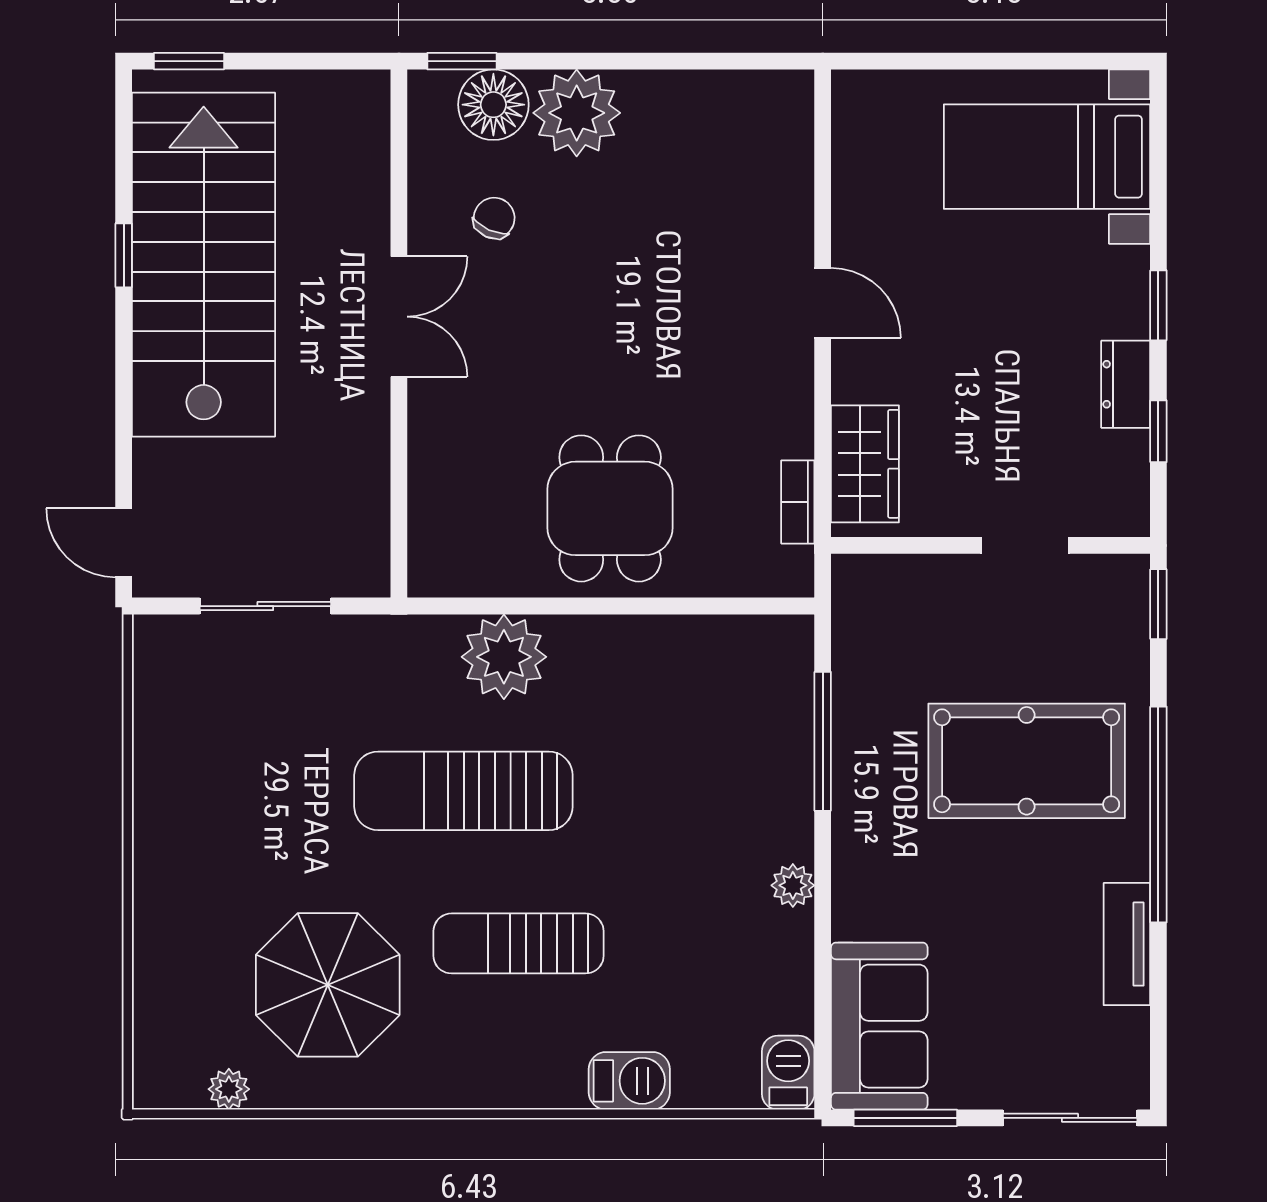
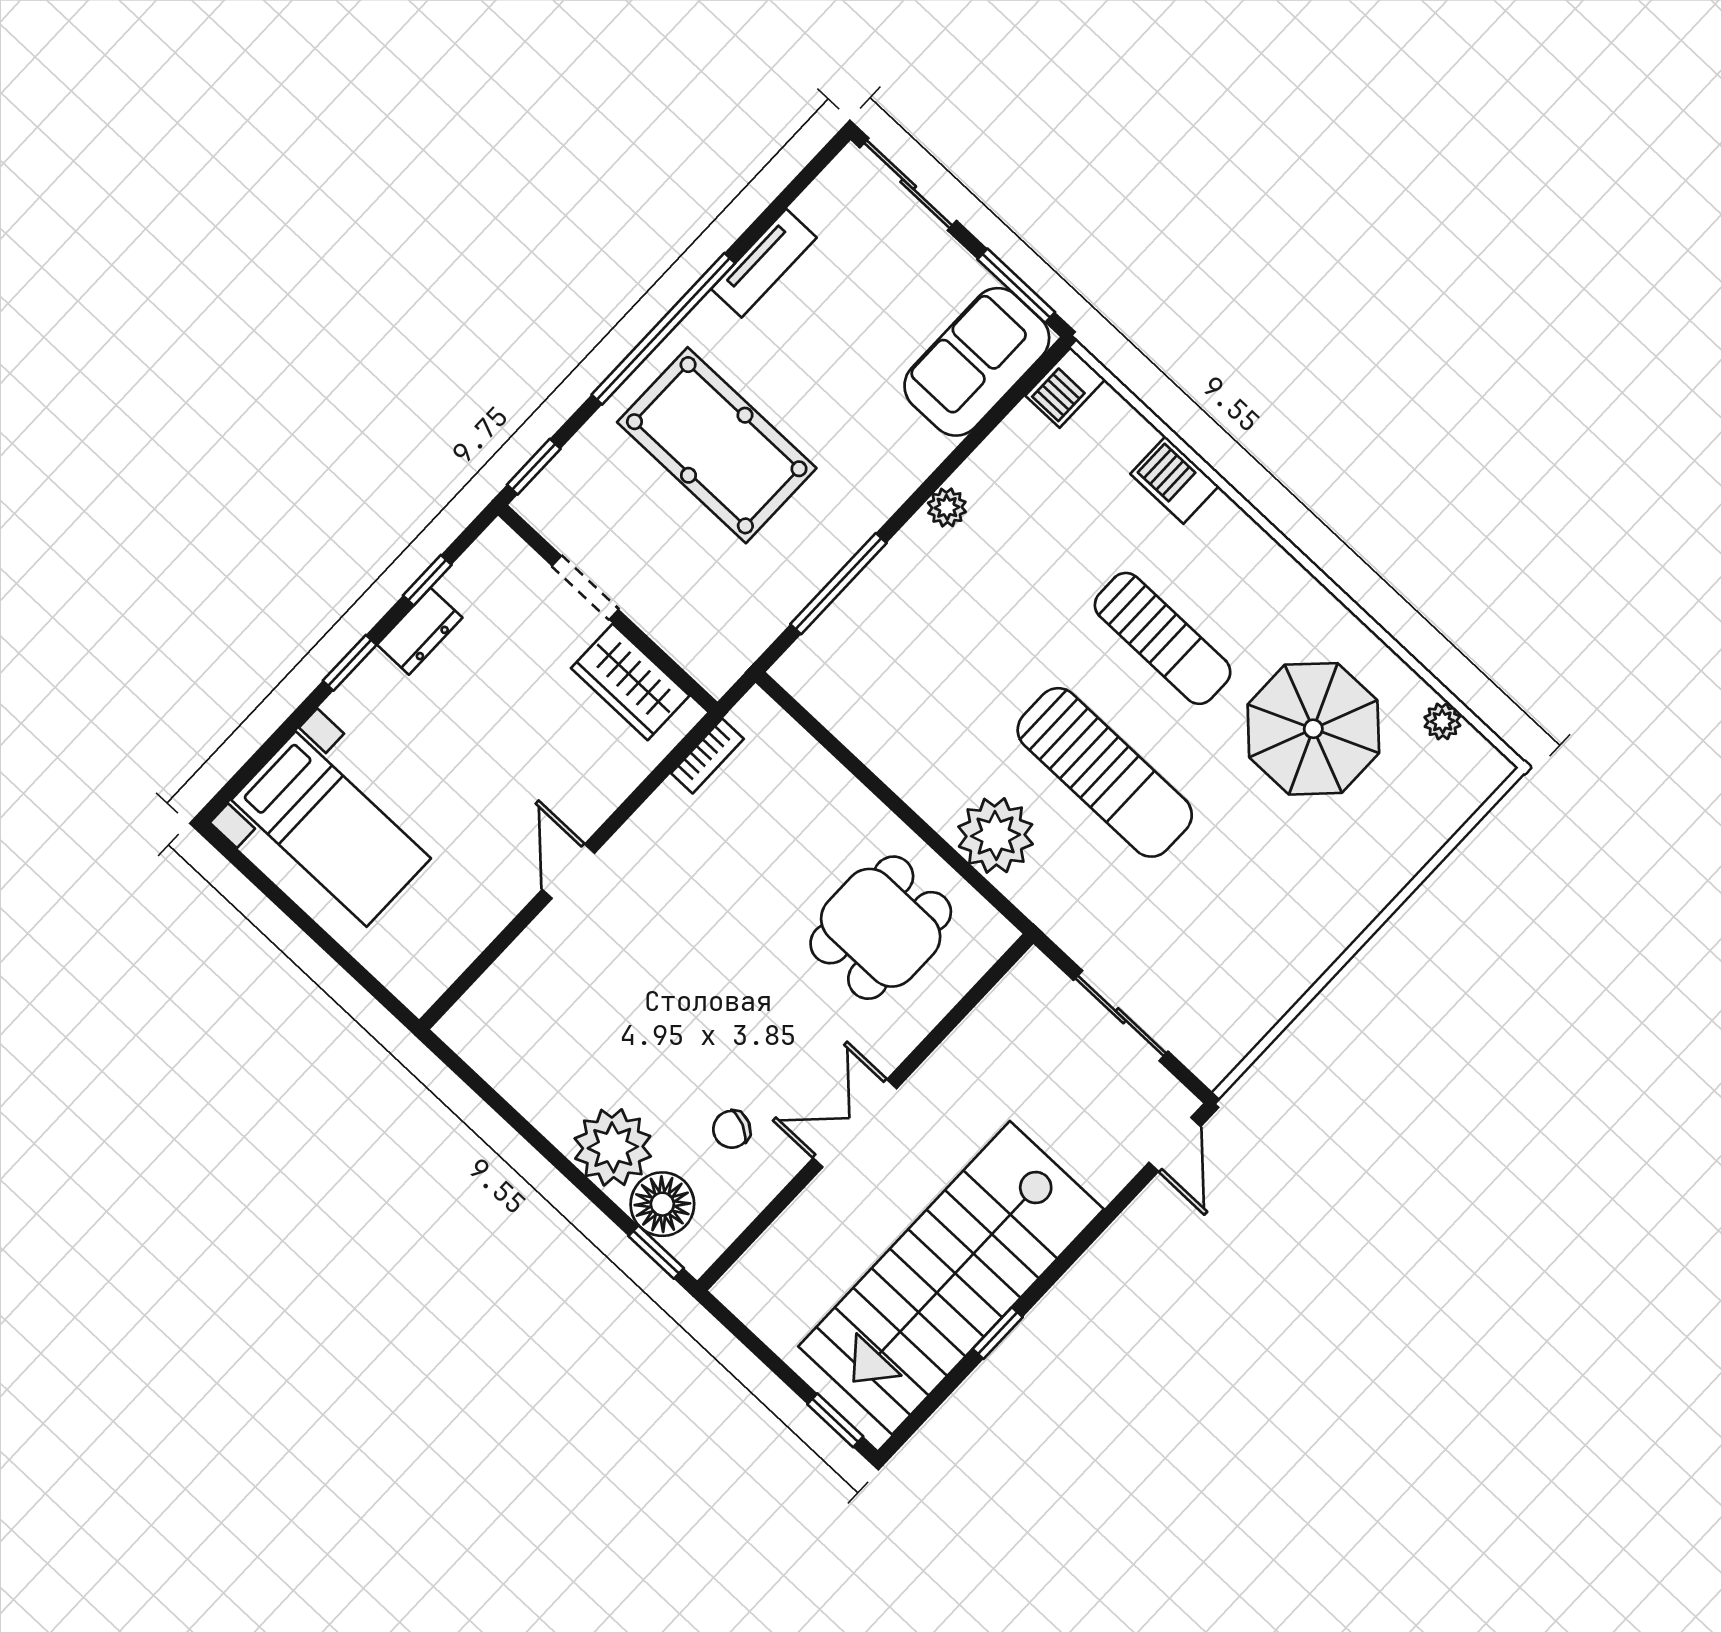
wardrobe: (865, 464) -> (630, 682), moved, turned -90
dining table: (610, 508) -> (881, 928), moved

